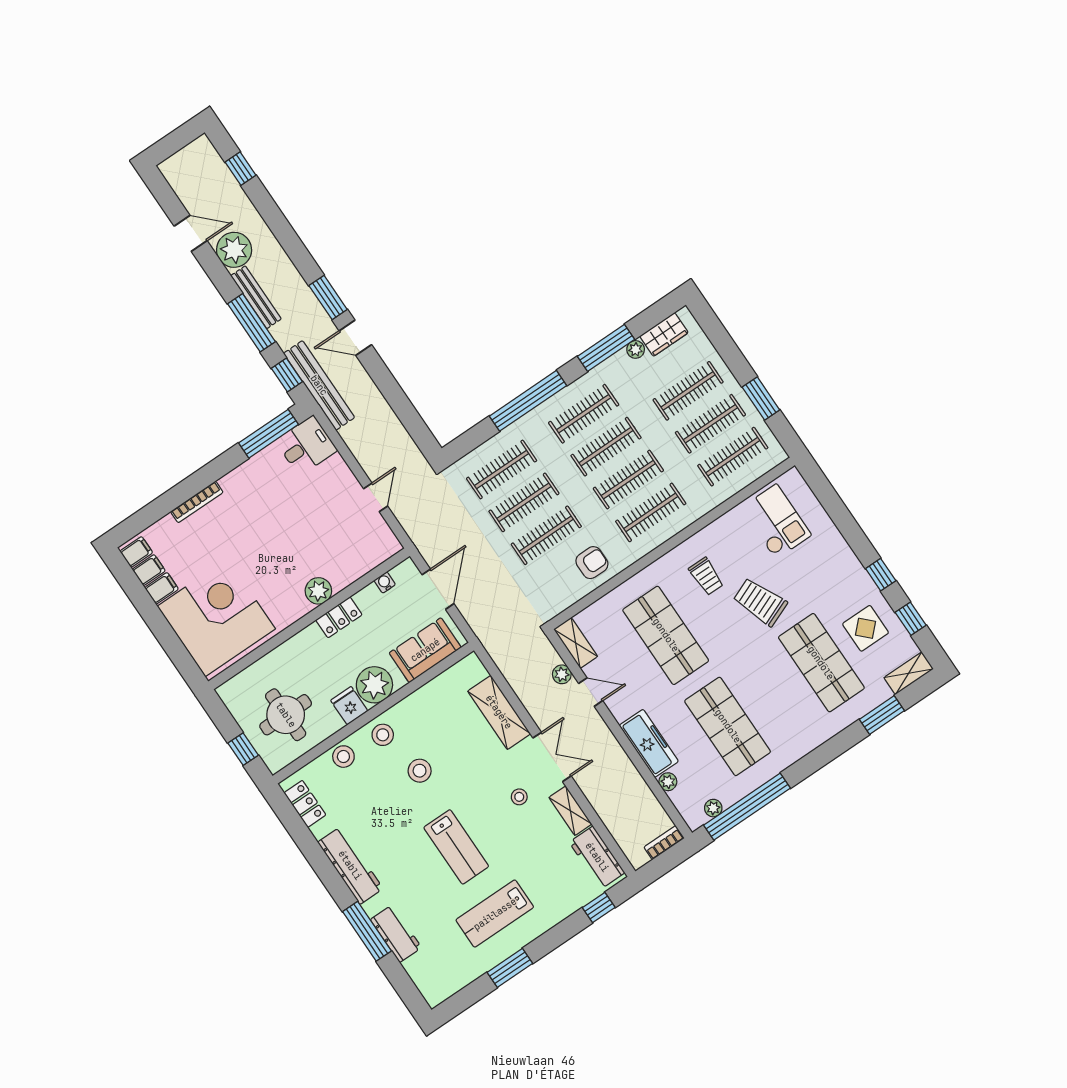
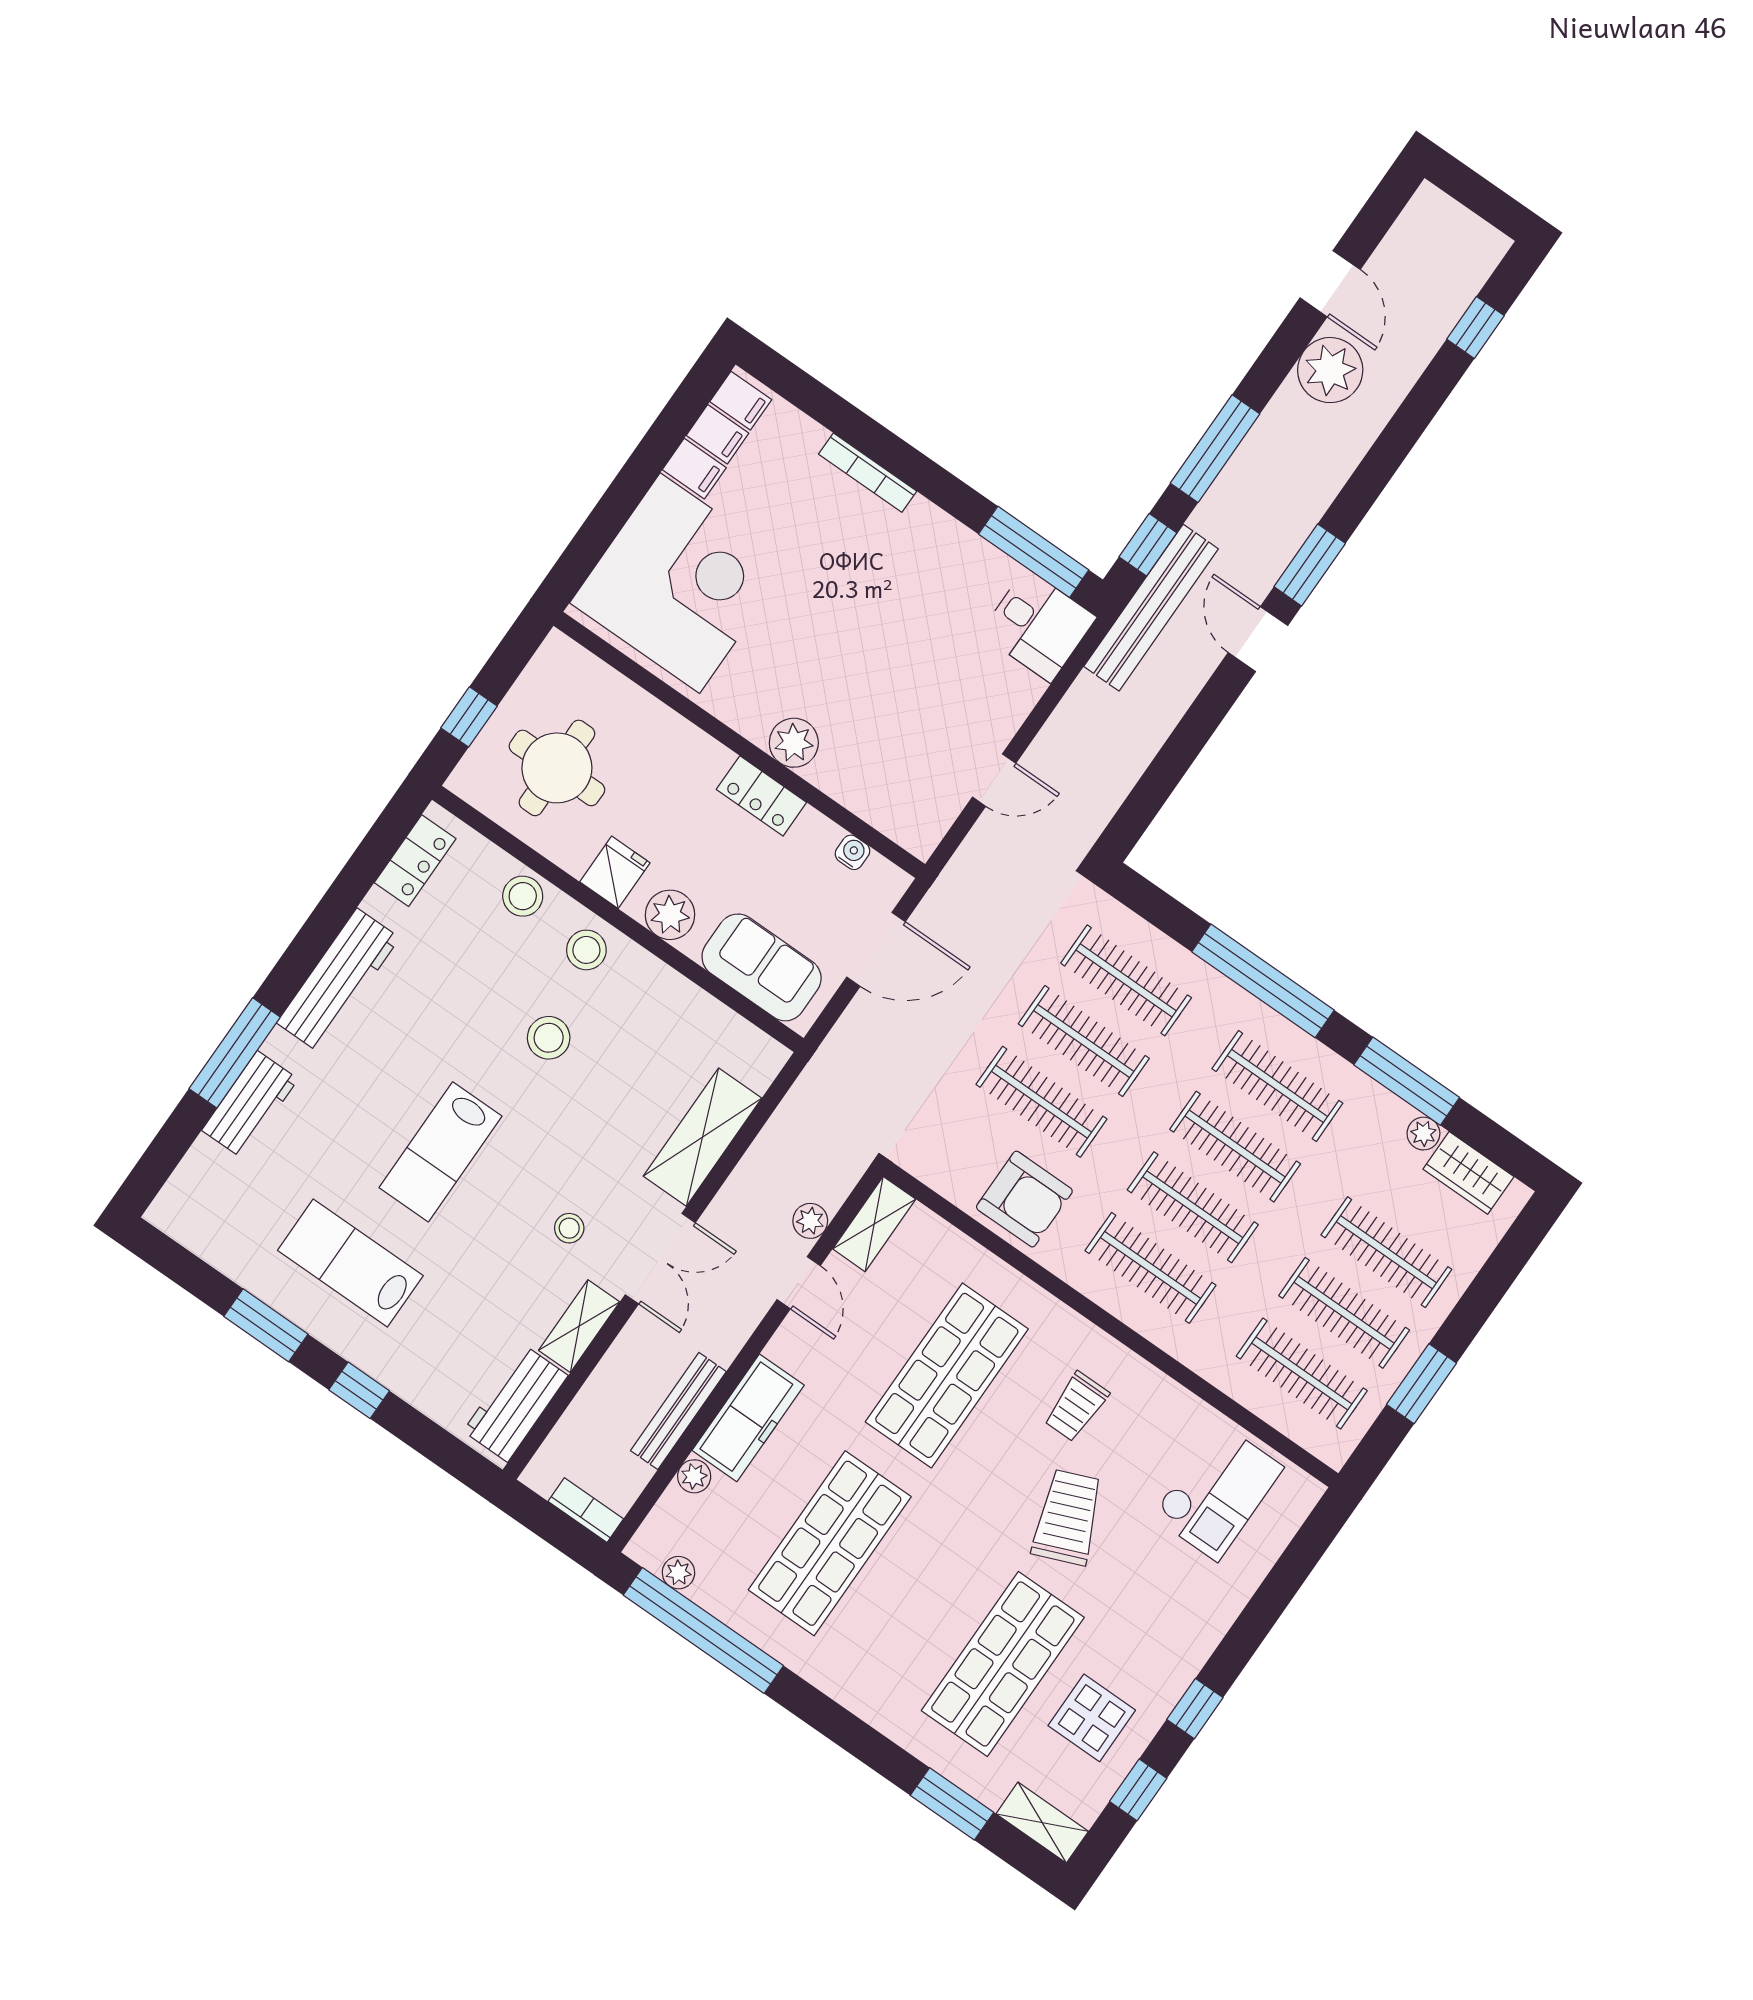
bench: (256, 297) -> (678, 1411), moved
armchair: (592, 563) -> (1024, 1199), width x1.38, depth x1.38
plant: (374, 685) -> (670, 915), width x0.73, depth x0.73
window: (599, 907) -> (359, 1390), moved

